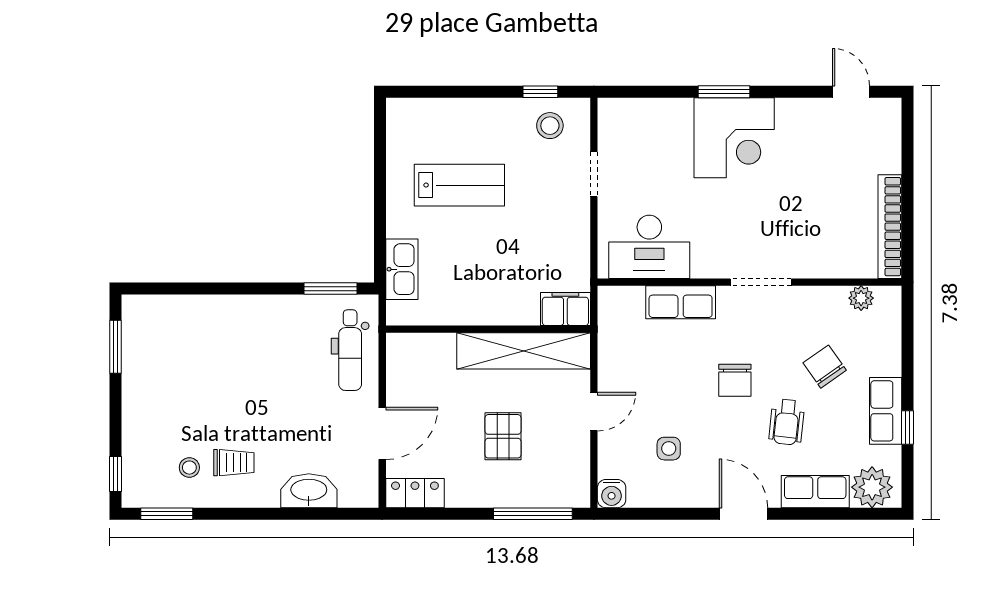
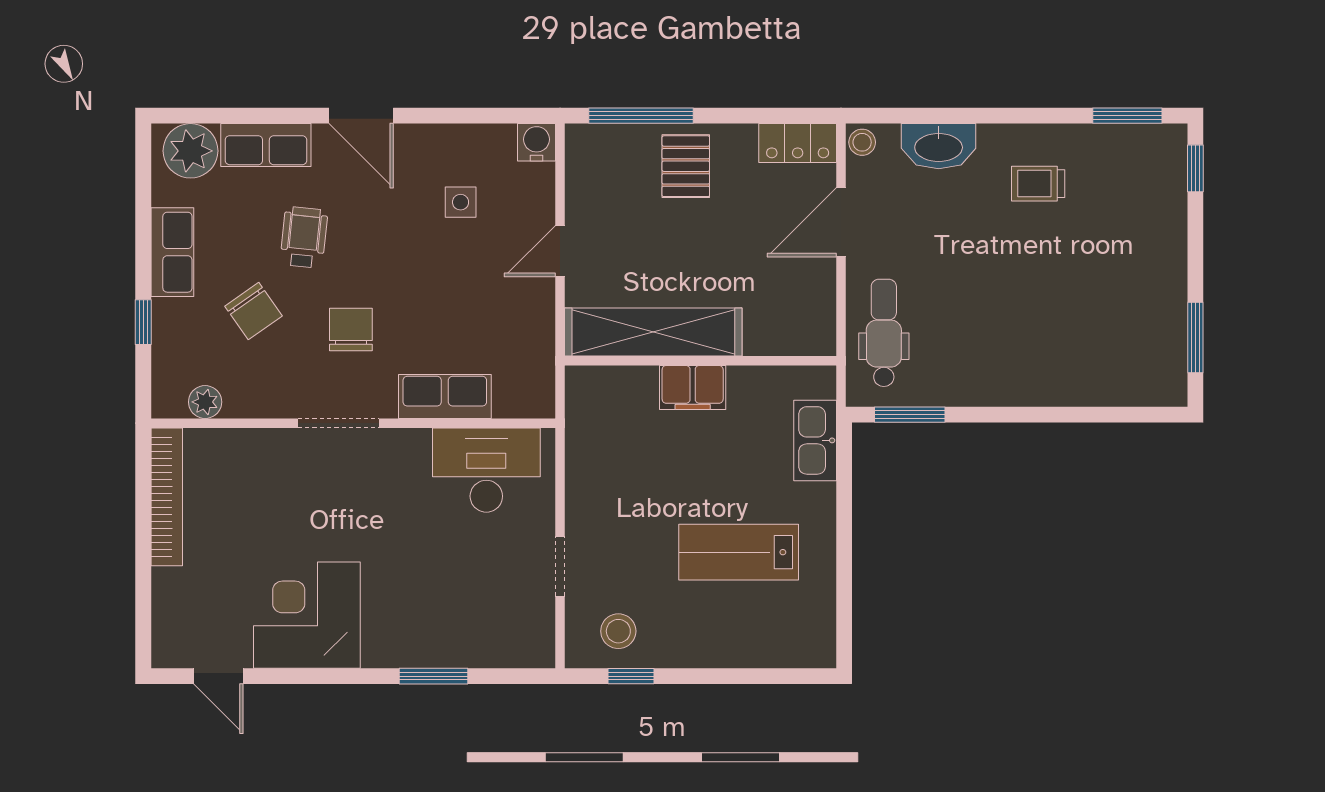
window: (724, 92) -> (434, 676), moved
corner desk: (734, 138) -> (307, 615), moved
filing cabinet: (565, 309) -> (693, 387), moved
chair: (735, 380) -> (351, 330), moved
window: (908, 428) -> (143, 322), moved
pallet: (503, 436) -> (686, 166), moved
stool: (189, 468) -> (862, 142), moved

